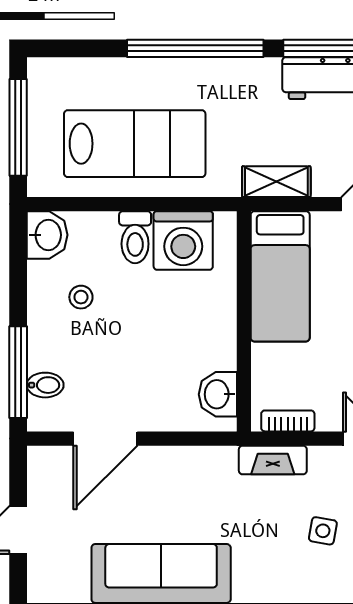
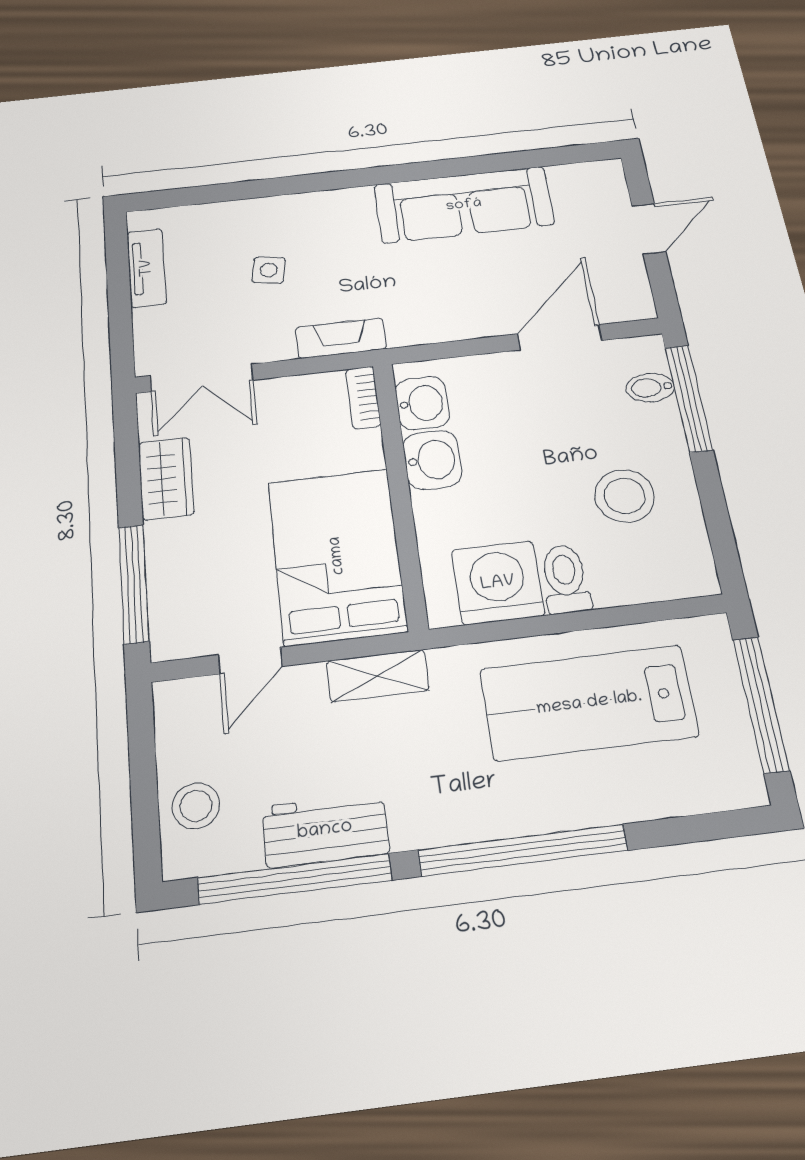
washbasin: (47, 235) -> (432, 460), moved, turned 180
bed: (280, 276) -> (337, 556), width x1.50
stool: (81, 297) -> (625, 496), width x1.89, depth x1.89
bookcase: (288, 421) -> (363, 398), moved, turned 90

